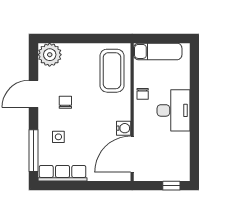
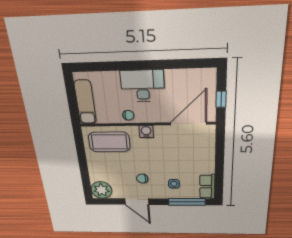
water cooler: (124, 128) -> (146, 132), moved
door: (132, 154) -> (189, 124), swing flipped
row of seats: (63, 173) -> (207, 187), width x0.68
window: (171, 186) -> (221, 99), moved

